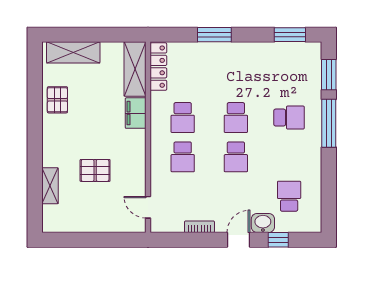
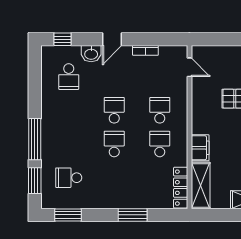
school desk: (289, 118) -> (69, 178), moved
window: (278, 240) -> (62, 39), moved

